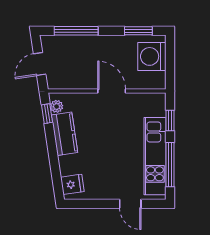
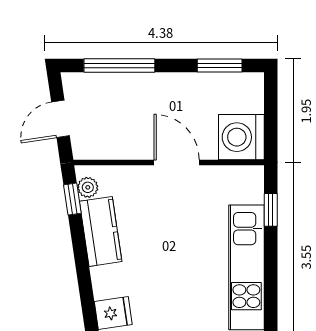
washing machine: (152, 56) -> (241, 137), moved
window: (170, 165) -> (271, 281), removed

